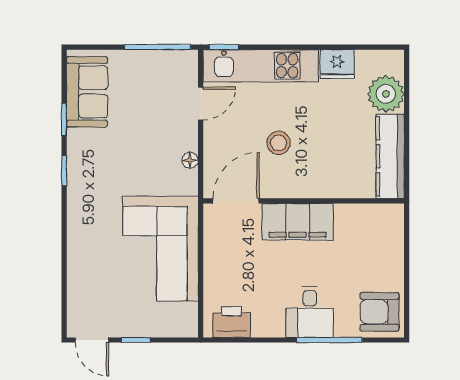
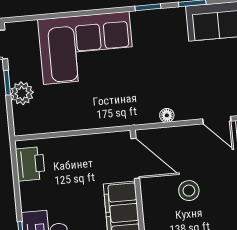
corner sofa: (161, 248) -> (86, 48), moved, turned 180
plant: (150, 324) -> (22, 93), added

